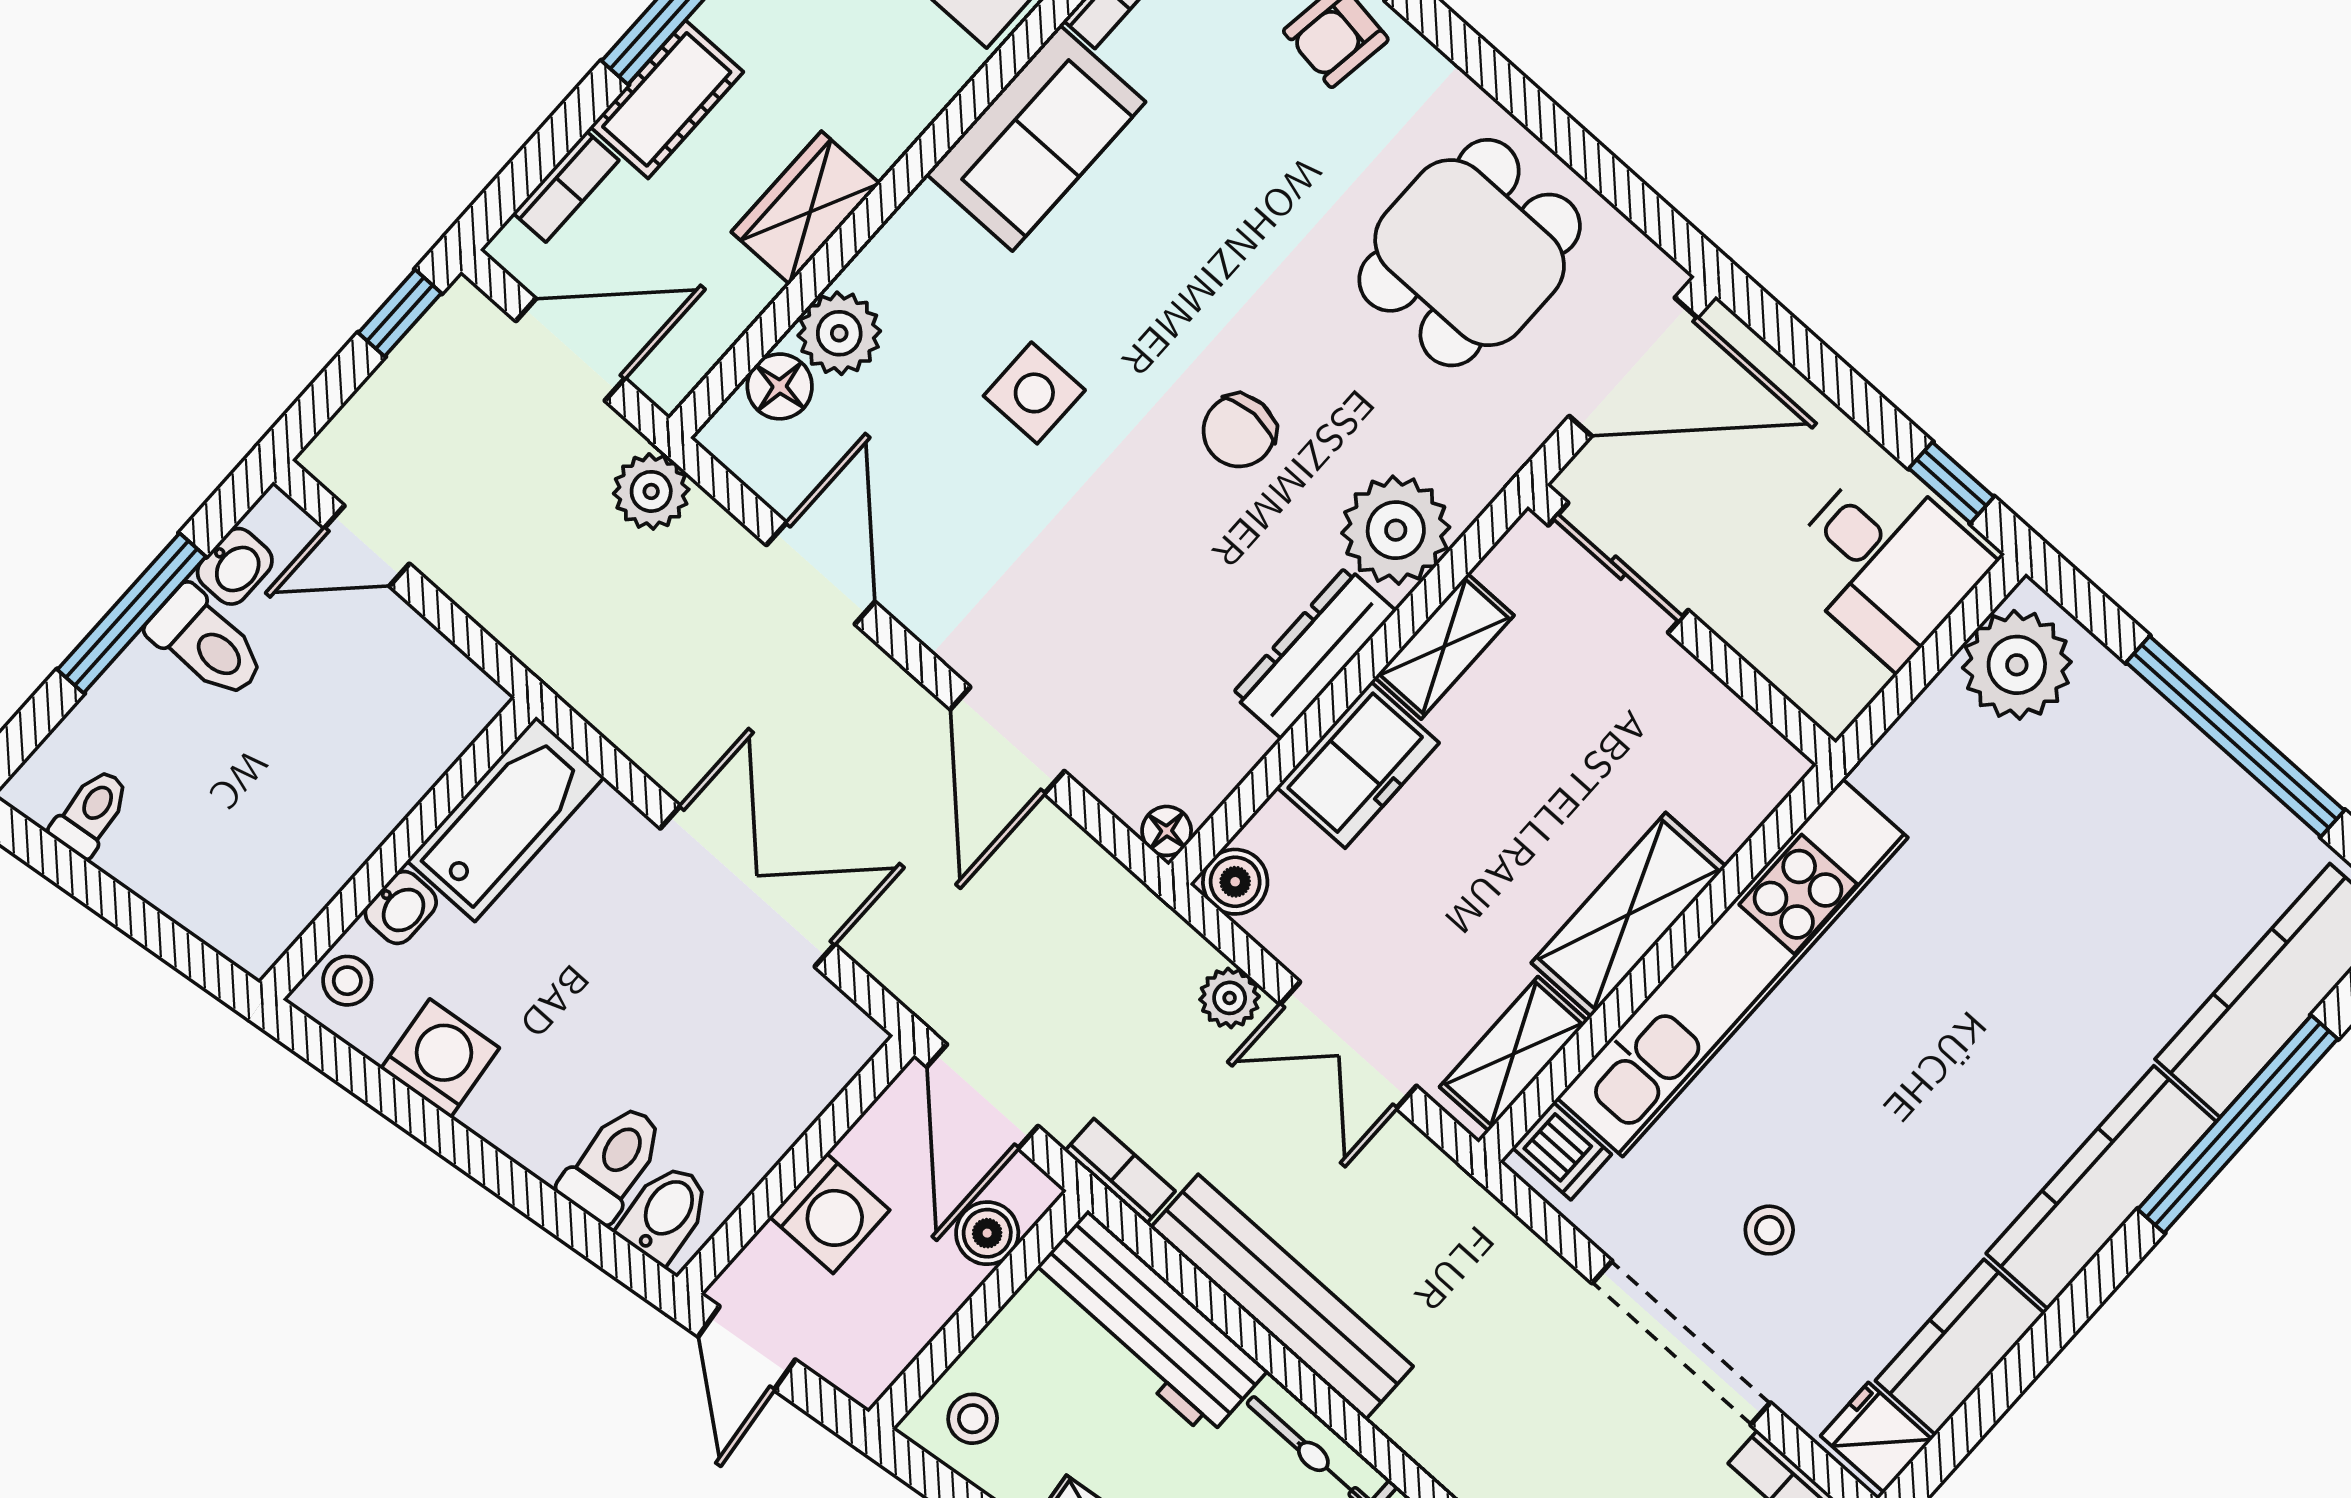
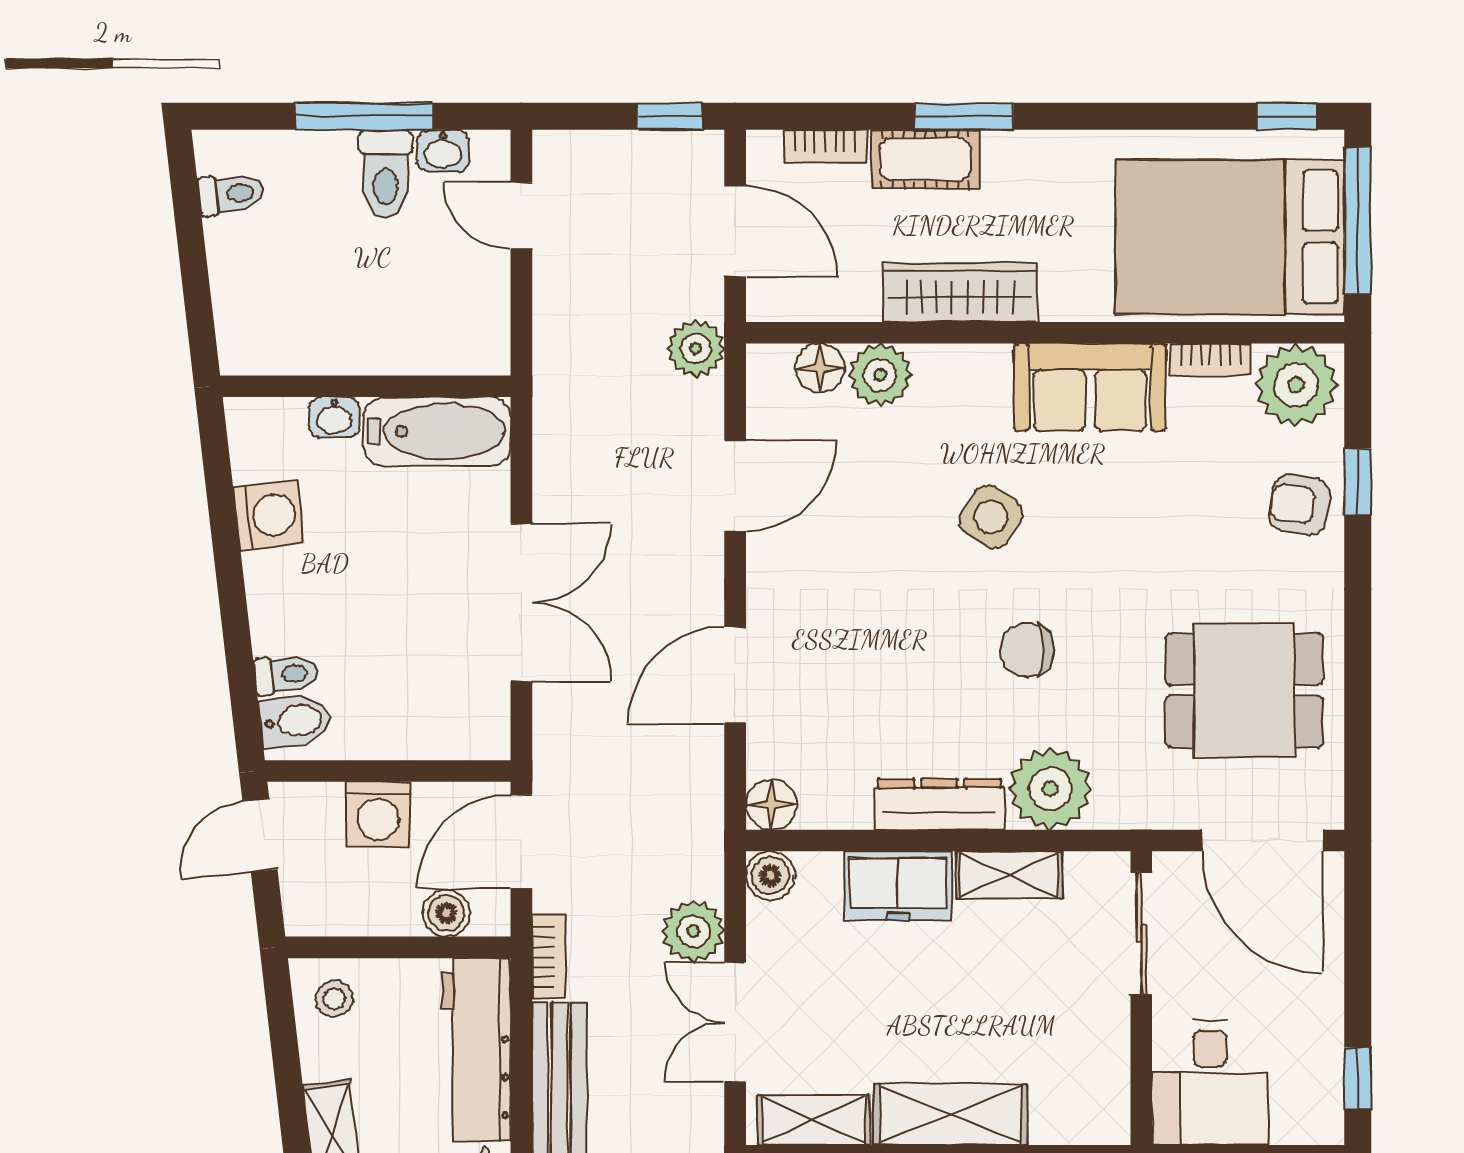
wardrobe: (806, 208) -> (960, 292), width x1.50
side table: (1034, 393) -> (991, 517), moved, turned 33
desk: (1887, 563) -> (1210, 1082), moved
floor lamp: (1167, 831) -> (771, 804), width x1.37, depth x1.37
stool: (347, 981) -> (266, 424), removed
plant: (1230, 998) -> (693, 931), width x1.38, depth x1.38
toilet: (613, 1163) -> (286, 674), width x0.73, depth x0.72

